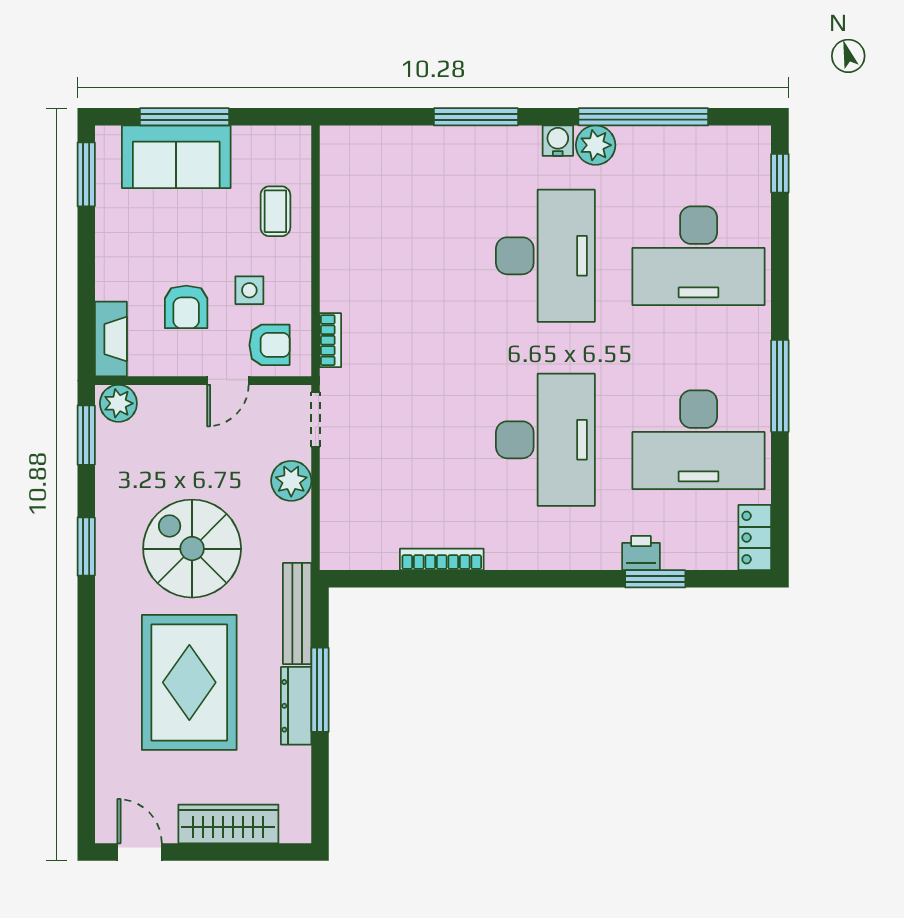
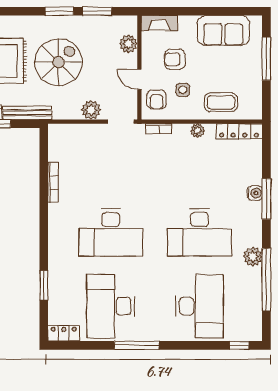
water cooler: (558, 141) -> (255, 193), moved
sofa: (176, 157) -> (223, 30), moved, turned -90
window: (86, 174) -> (239, 11), removed
locker: (336, 174) -> (239, 131), added
coffee table: (275, 211) -> (221, 102), width x1.36, depth x1.30
desk: (699, 256) -> (199, 306), turned 180
plant: (334, 260) -> (197, 131), added
plant: (118, 403) -> (128, 44), moved
window: (86, 435) -> (97, 11), moved
printer: (641, 553) -> (56, 278), removed

